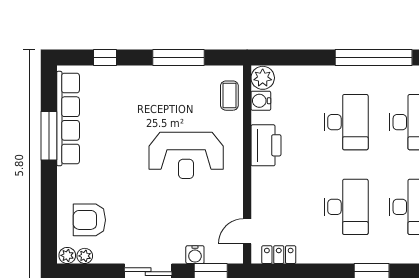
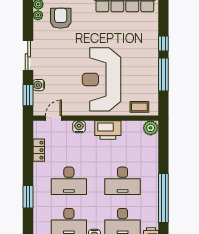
window: (105, 57) -> (163, 44), moved
water cooler: (261, 101) -> (79, 127), moved
reception desk: (186, 155) -> (101, 79), width x1.36, depth x1.30
door: (247, 231) -> (53, 118), hinge flipped
locker: (279, 255) -> (39, 150), moved

